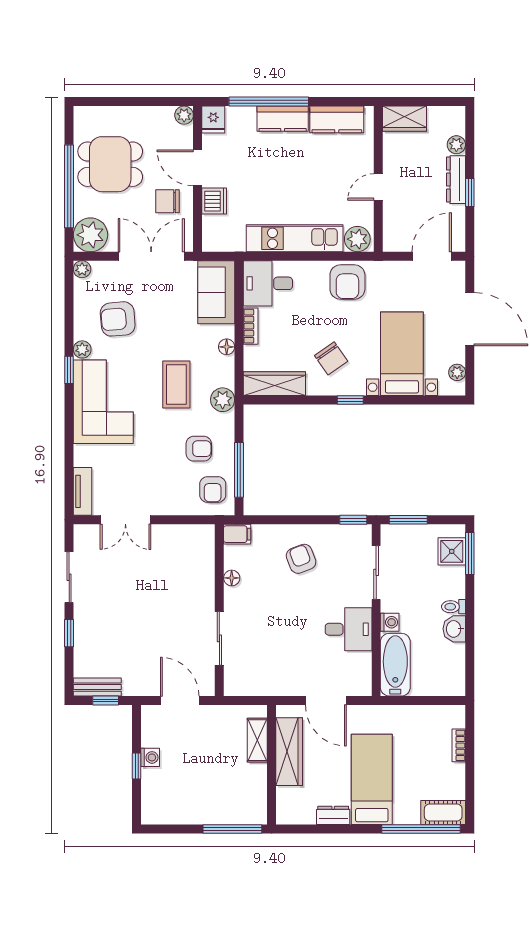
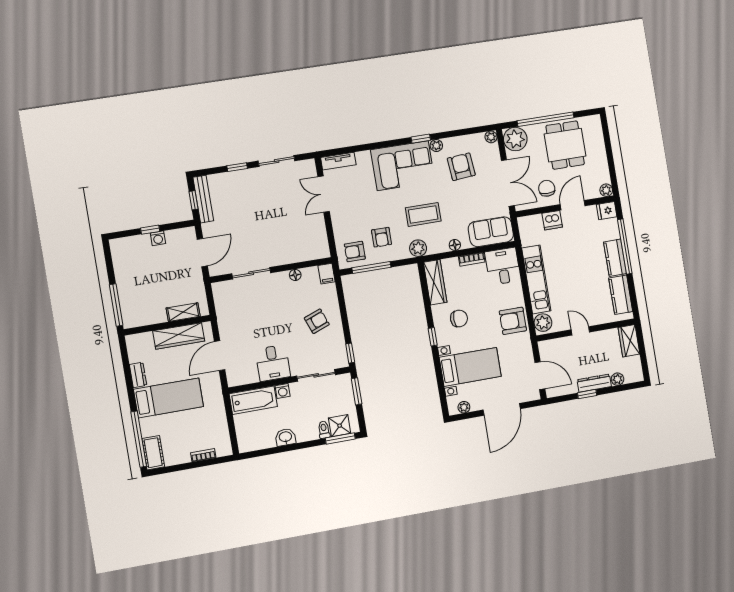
chair: (331, 358) -> (459, 319), turned -145
toilet: (454, 607) -> (324, 430), moved
bench: (97, 687) -> (203, 199), width x1.36

